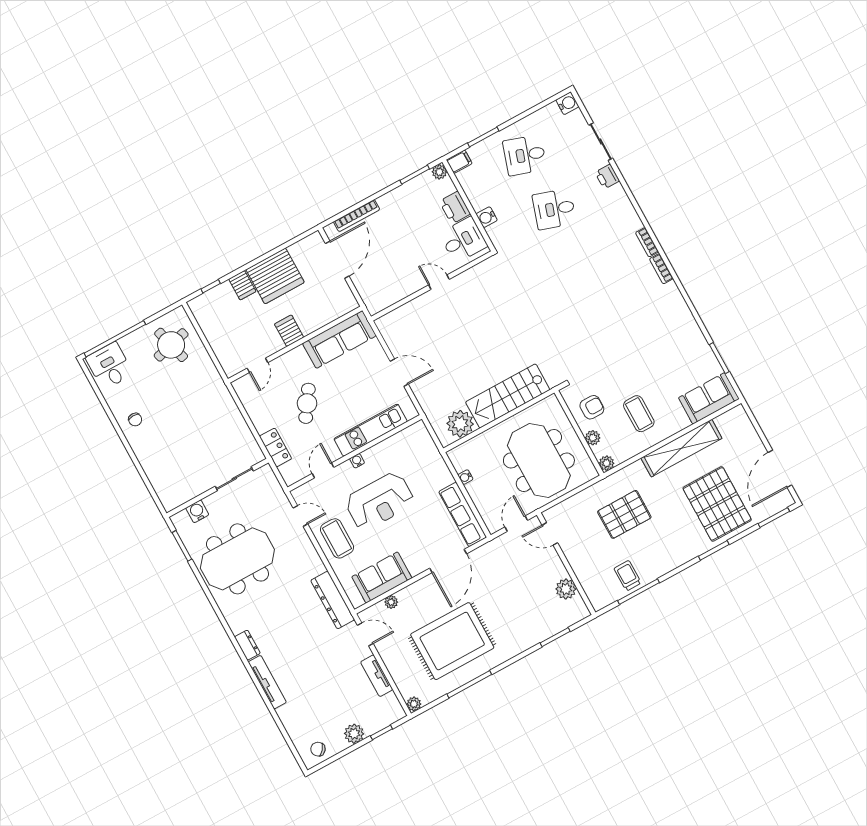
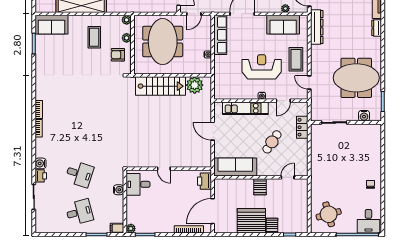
water cooler: (567, 103) -> (41, 163), moved
desk: (525, 155) -> (79, 212), turned -33
printer: (455, 208) -> (204, 181), moved, turned 180

